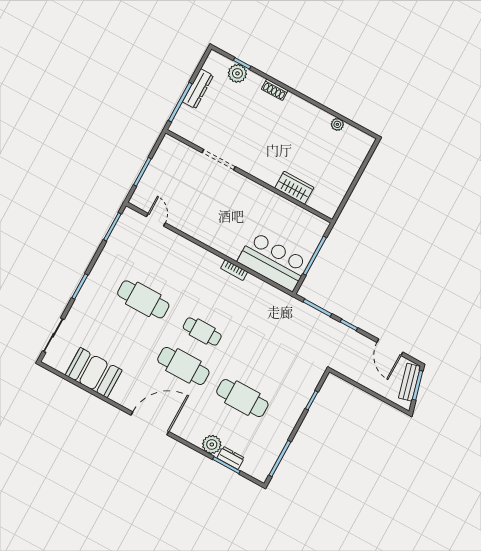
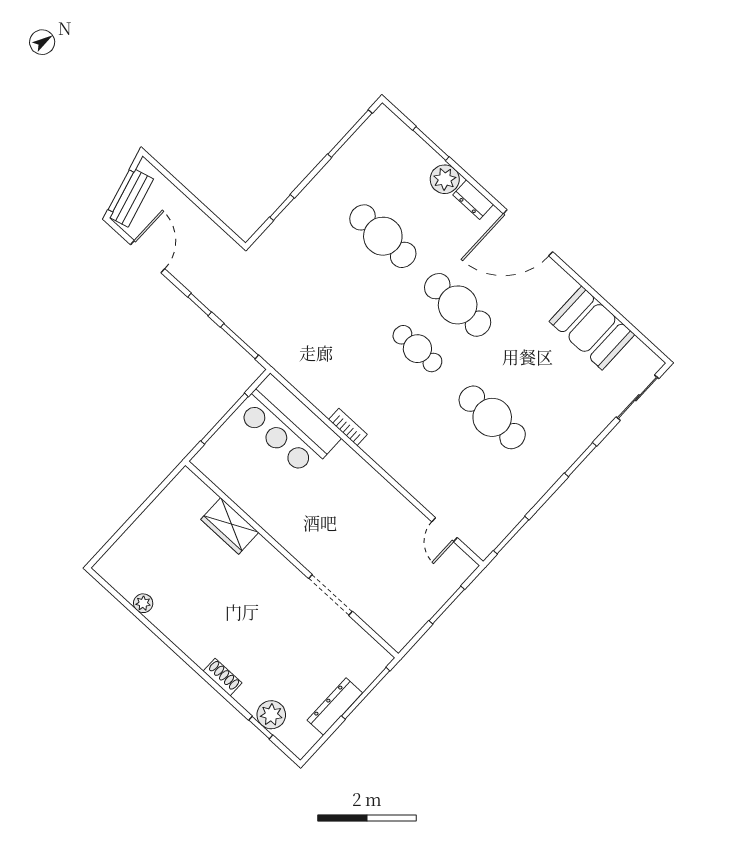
dresser: (231, 458) -> (473, 200), moved

